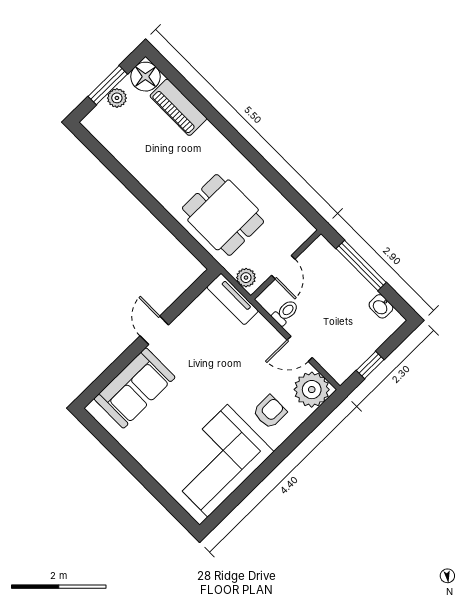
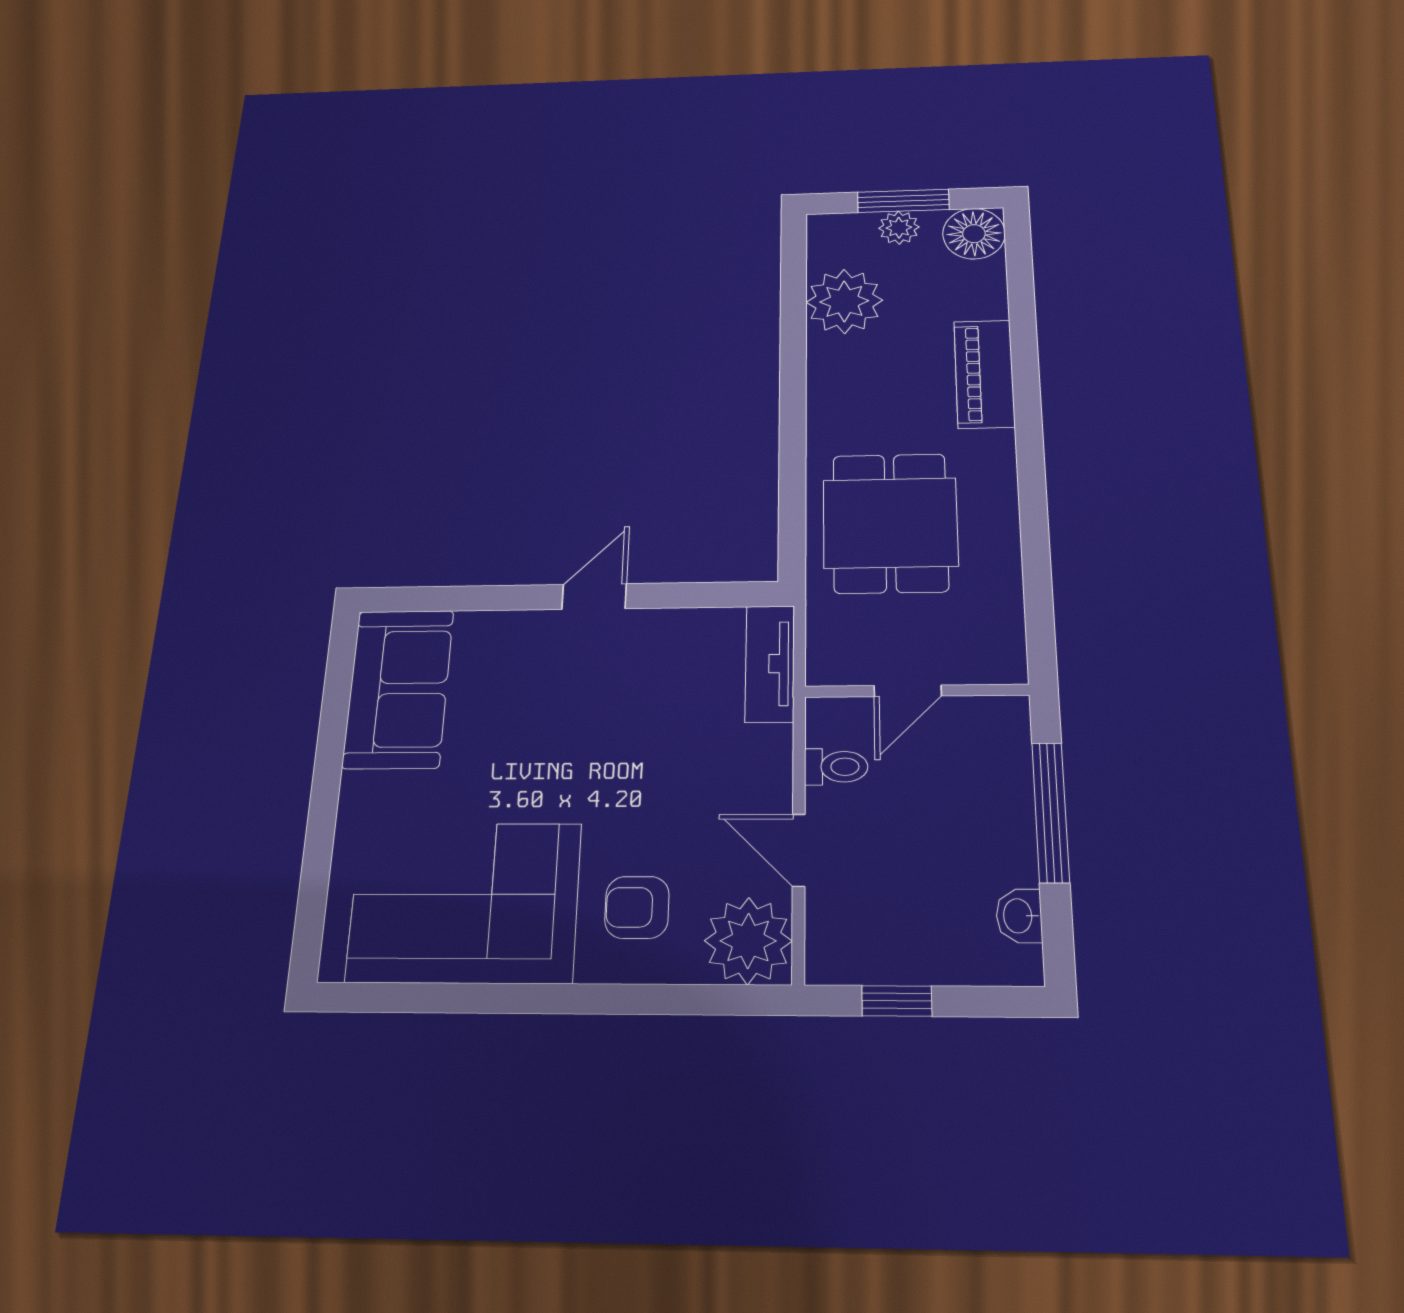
piano: (178, 107) -> (984, 374), moved
plant: (246, 278) -> (844, 301), moved, width x1.88, depth x1.88
sofa: (135, 388) -> (398, 689), moved, turned -90
armchair: (270, 412) -> (637, 907), turned 180

